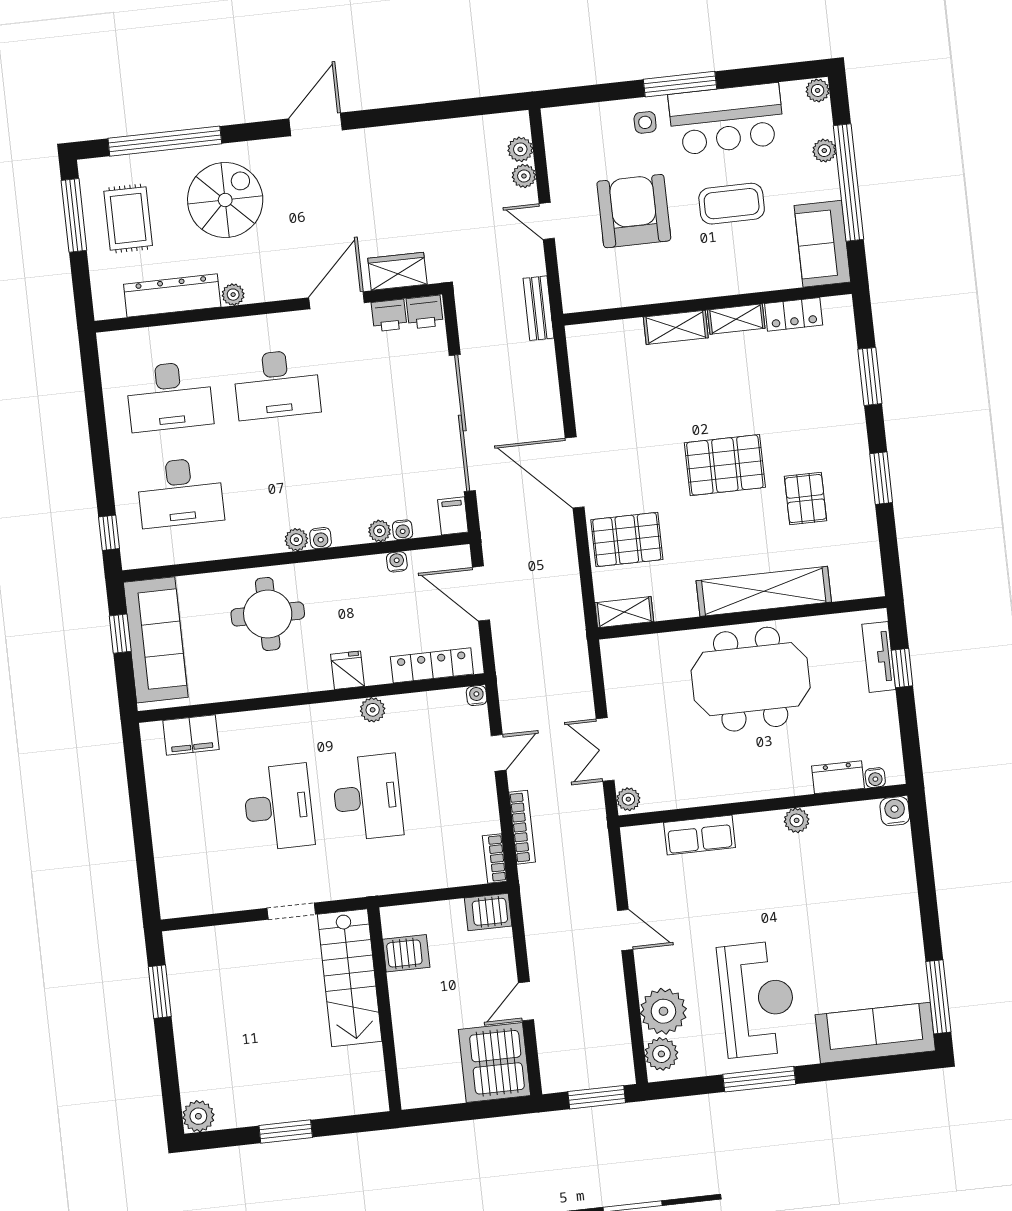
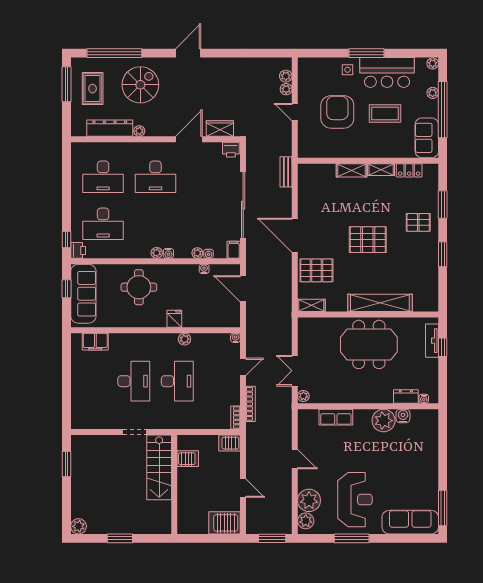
bench: (538, 308) -> (286, 172), moved
printer: (389, 315) -> (78, 250), moved, turned -90
pallet: (806, 499) -> (418, 222), moved, turned 90
locker: (432, 665) -> (216, 321), removed
water cooler: (895, 811) -> (403, 416), moved
plant: (797, 820) -> (384, 421), width x1.88, depth x1.88
door: (526, 1001) -> (243, 488), swing flipped
server rack: (494, 1062) -> (225, 523), width x0.63

